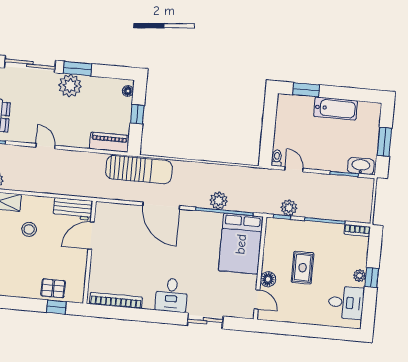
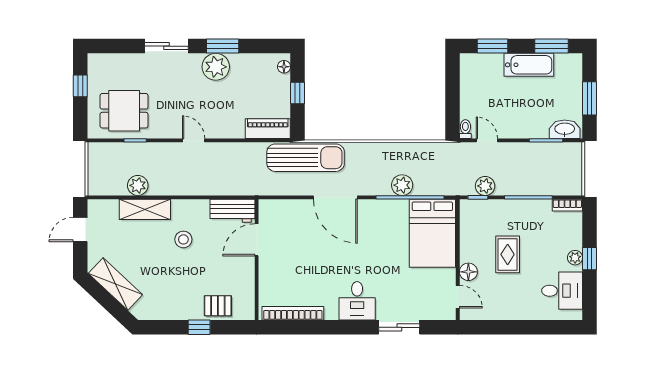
sliding door: (30, 64) -> (166, 46), width x0.73
window: (356, 94) -> (551, 46), added
window: (56, 307) -> (199, 327), moved

